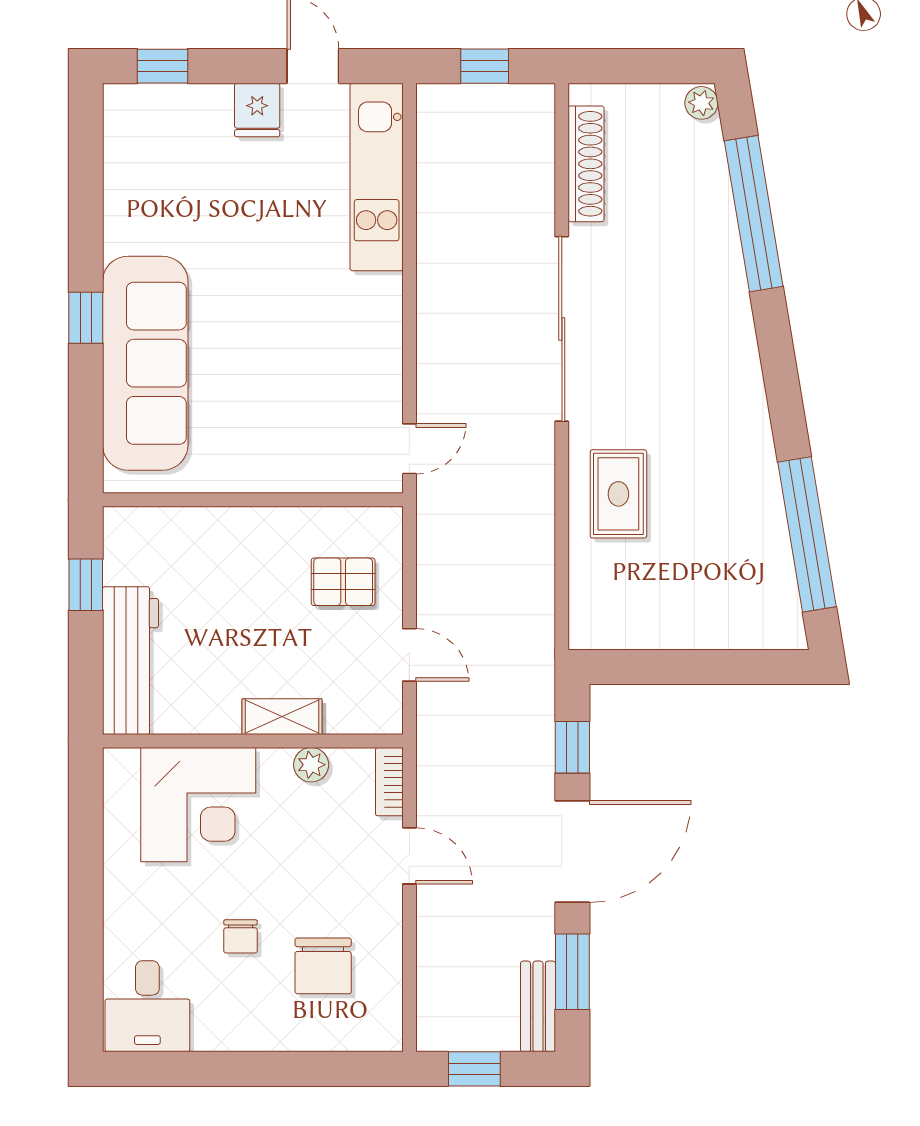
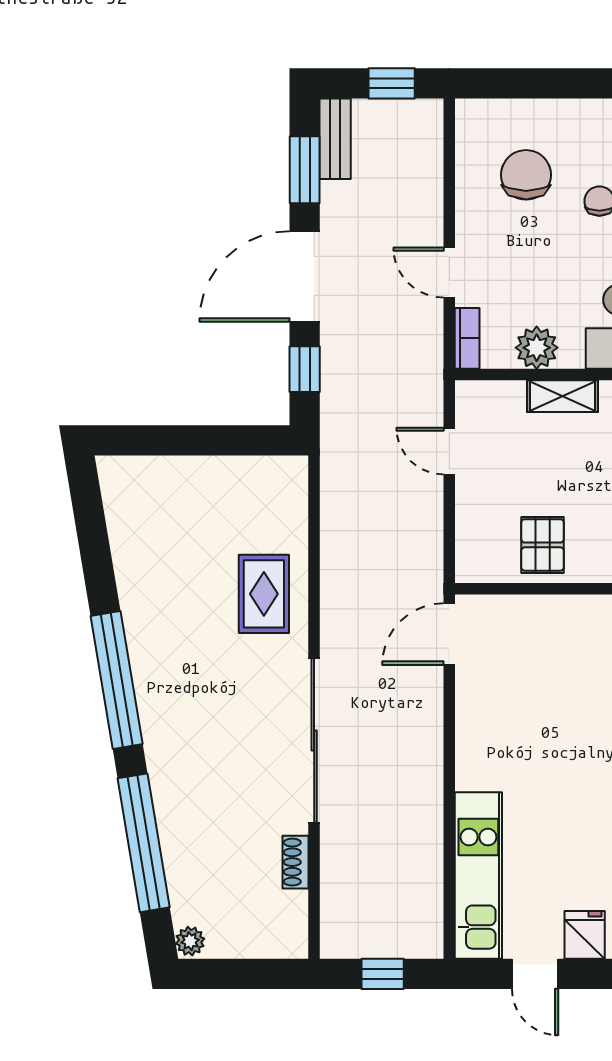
shoe rack: (586, 164) -> (296, 862), width x0.51, depth x0.81
door: (409, 449) -> (449, 634), width x1.38
window: (807, 534) -> (117, 680), moved
pallet: (343, 582) -> (543, 545), moved, turned 90
plant: (311, 765) -> (537, 348), width x1.38, depth x1.38

